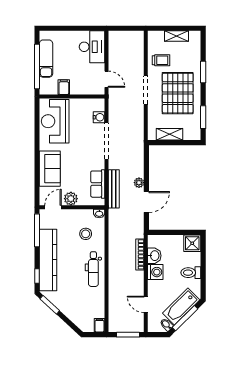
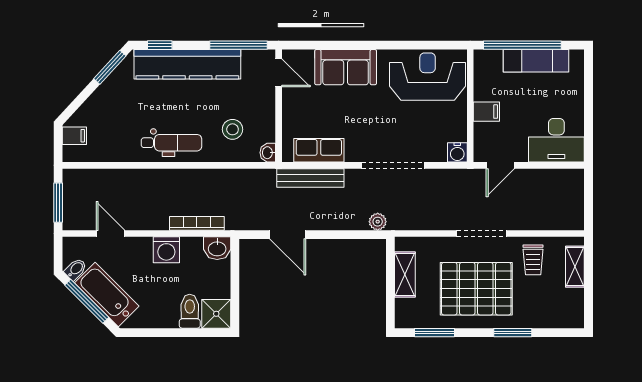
shelving: (177, 36) -> (575, 267), moved
filing cabinet: (64, 87) -> (486, 112), moved
water cooler: (99, 117) -> (457, 152), moved
plant: (139, 183) -> (378, 222), moved
plant: (71, 199) -> (294, 104), removed
washbasin: (154, 256) -> (217, 248), moved
dental chair: (93, 269) -> (171, 143), turned 180
toilet: (191, 273) -> (190, 311), moved
door: (146, 304) -> (111, 234), hinge flipped
filing cabinet: (99, 325) -> (74, 136), moved

